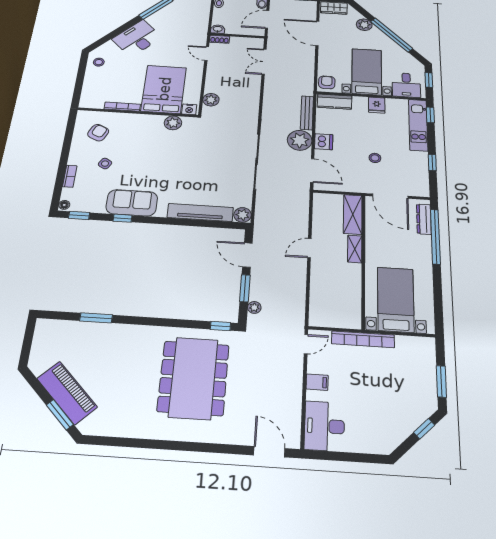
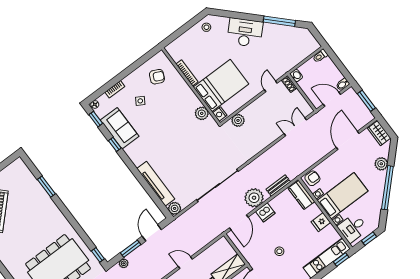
bench: (307, 113) -> (278, 185), width x0.73
sofa: (132, 203) -> (120, 128), moved

